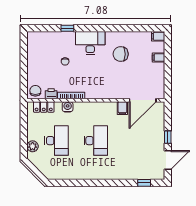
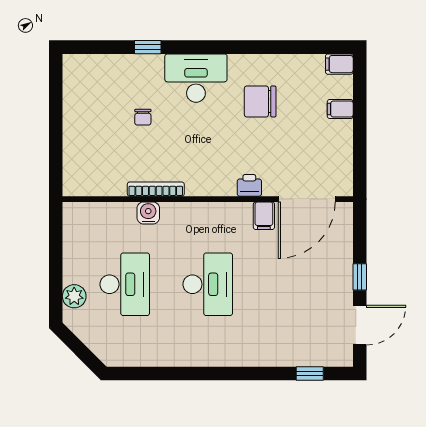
chair: (35, 91) -> (80, 179), removed
printer: (51, 94) -> (249, 185), moved
locker: (44, 107) -> (98, 213), removed

